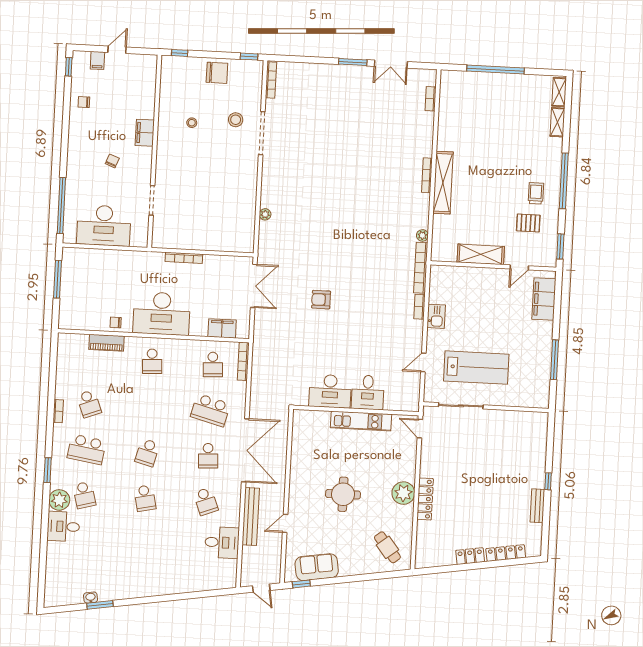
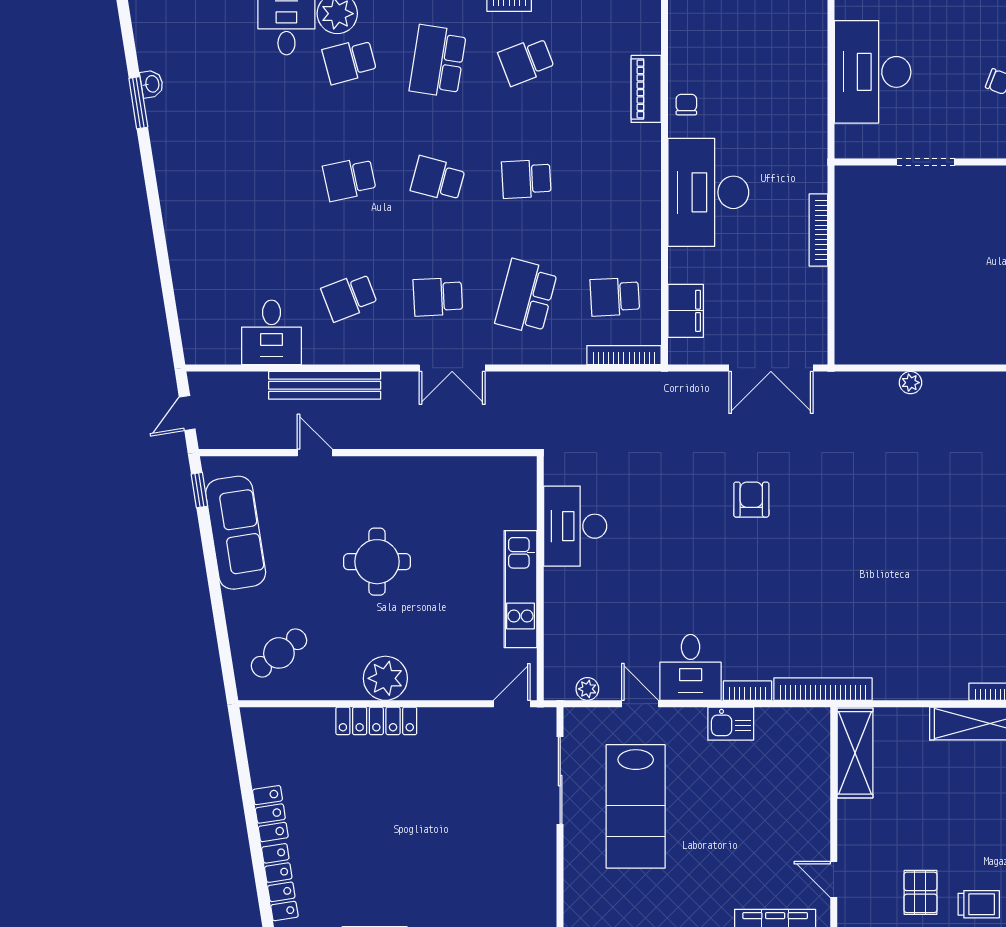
plant: (422, 235) -> (587, 689), moved
shelving: (481, 254) -> (855, 753), moved
school desk: (152, 361) -> (526, 179), moved
desk: (368, 392) -> (691, 667), moved, turned -90
double door: (245, 450) -> (452, 368), width x0.54
sofa: (317, 567) -> (236, 533), width x1.36

